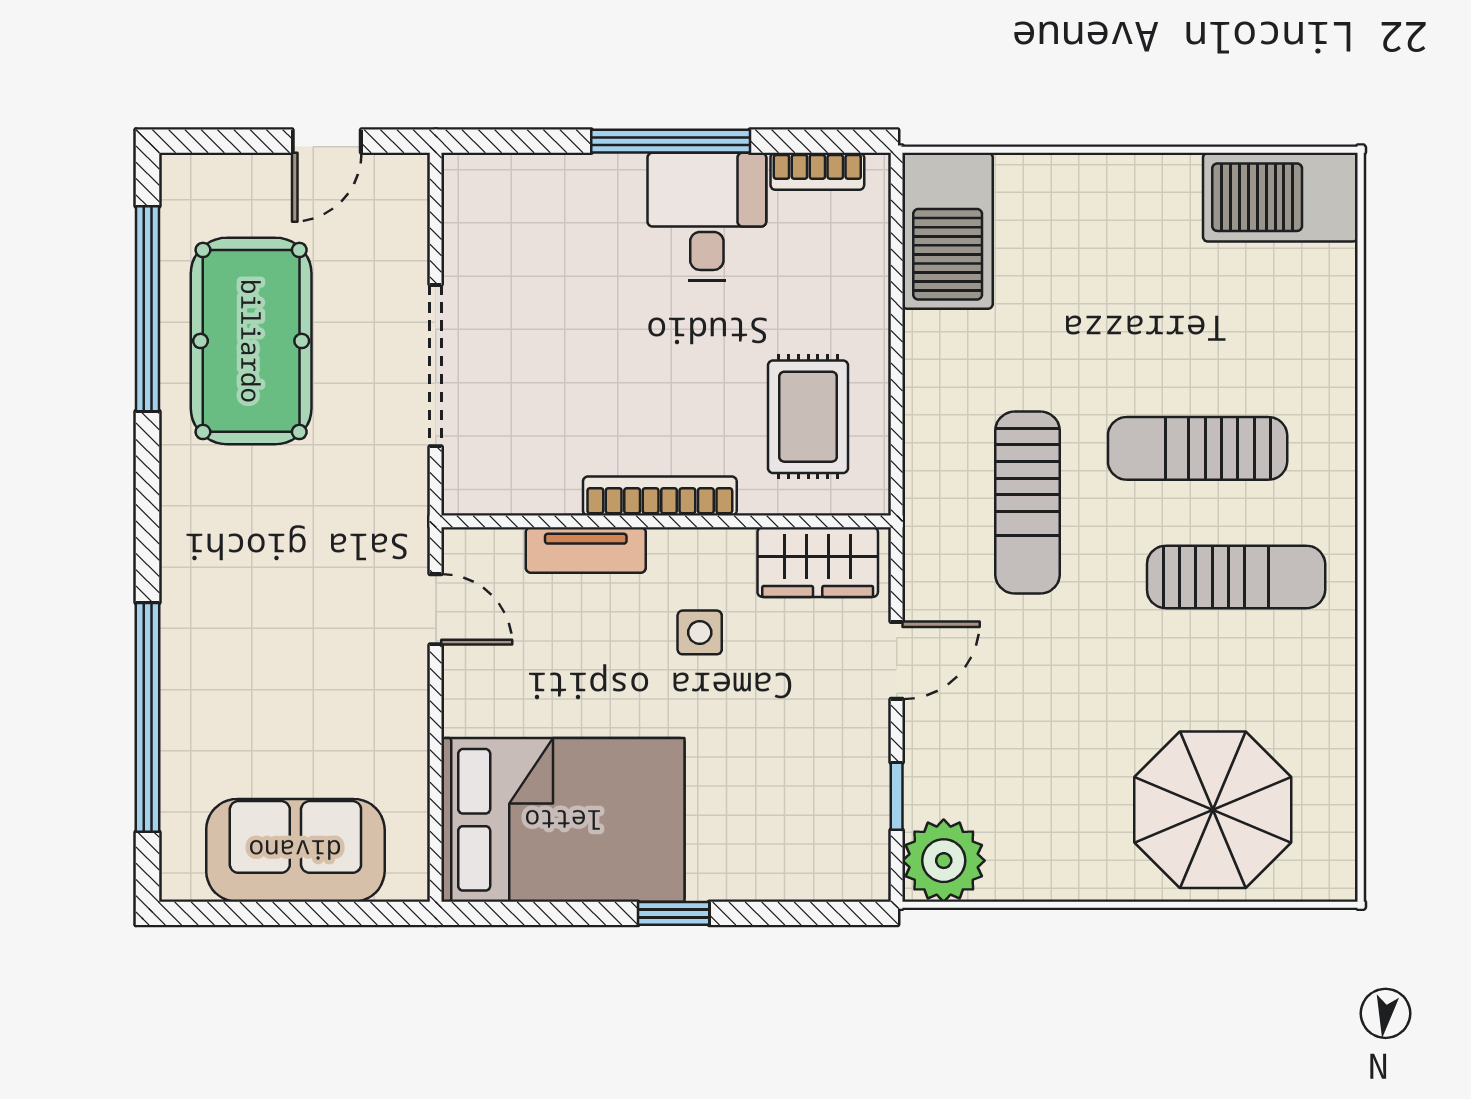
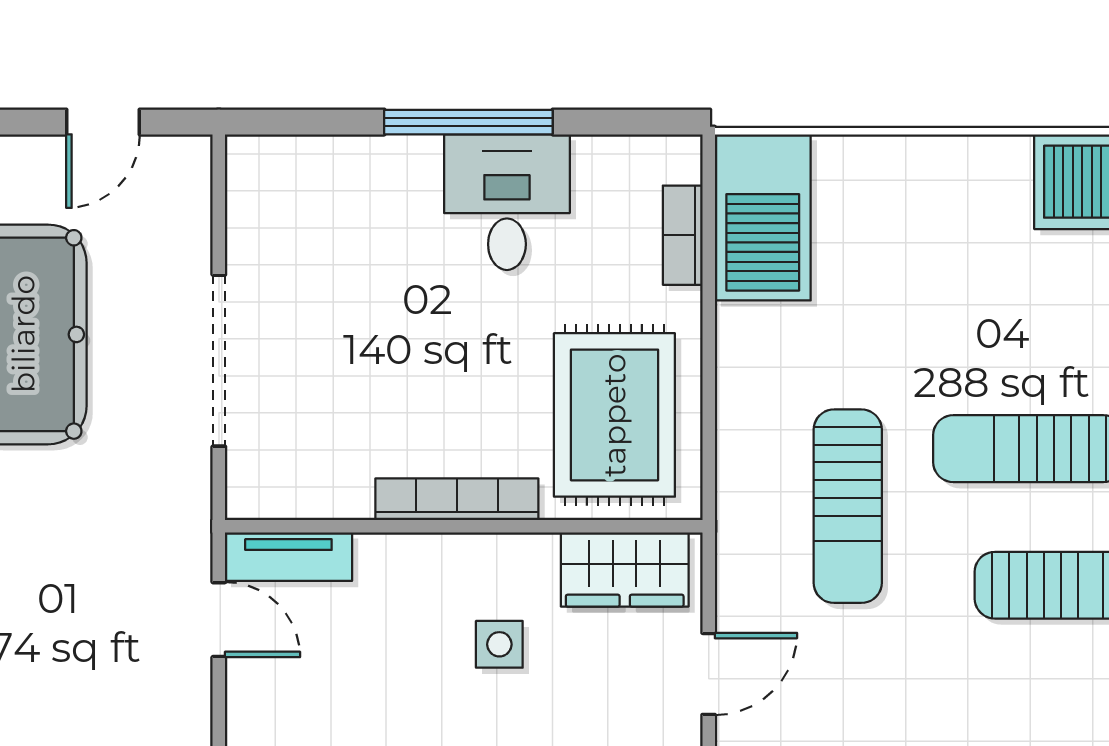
bookcase: (817, 171) -> (683, 235), moved, turned 90
rug: (808, 417) -> (614, 415), width x1.36, depth x1.43
tv unit: (586, 550) -> (288, 557), moved

